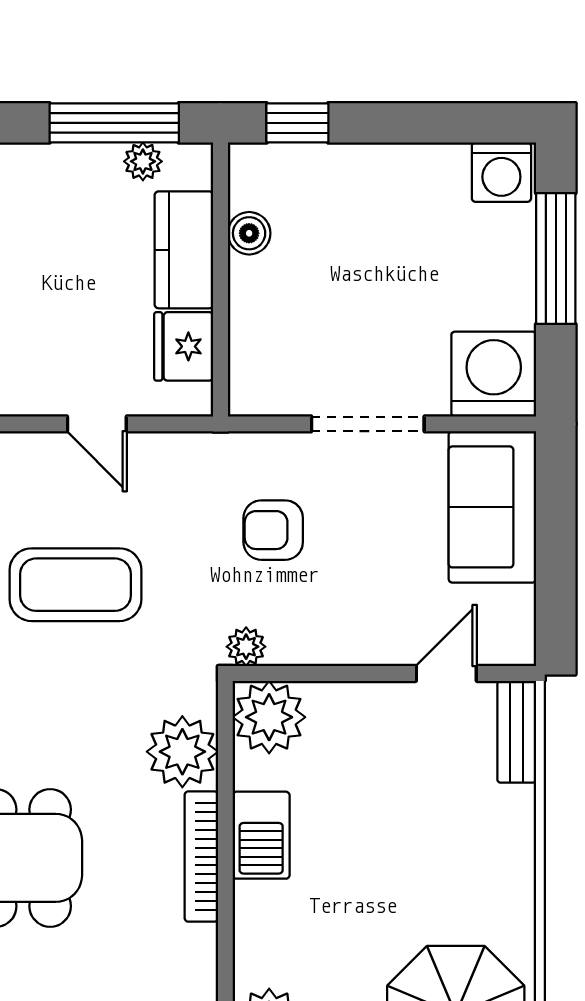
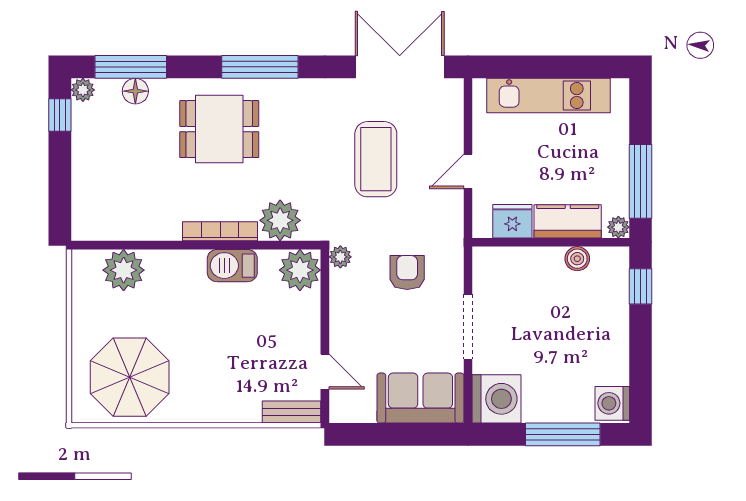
plant: (143, 161) -> (618, 227), moved

